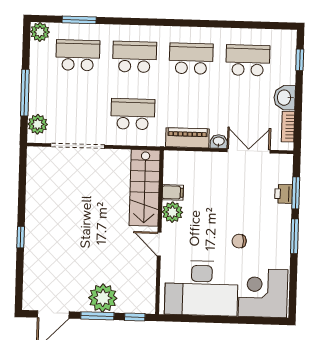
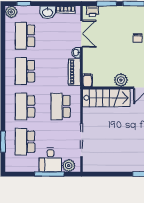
plant: (40, 32) -> (11, 12), moved
desk: (48, 95) -> (50, 160), added
double door: (249, 151) -> (81, 34), swing flipped
filing cabinet: (173, 192) -> (87, 80), moved
printer: (284, 194) -> (93, 11), moved

